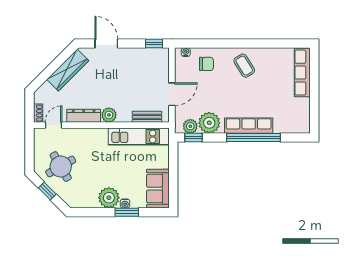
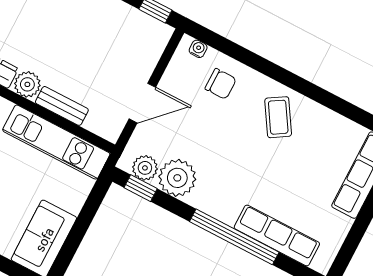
bench: (147, 117) -> (62, 106), moved
row of seats: (249, 126) -> (277, 236), moved

